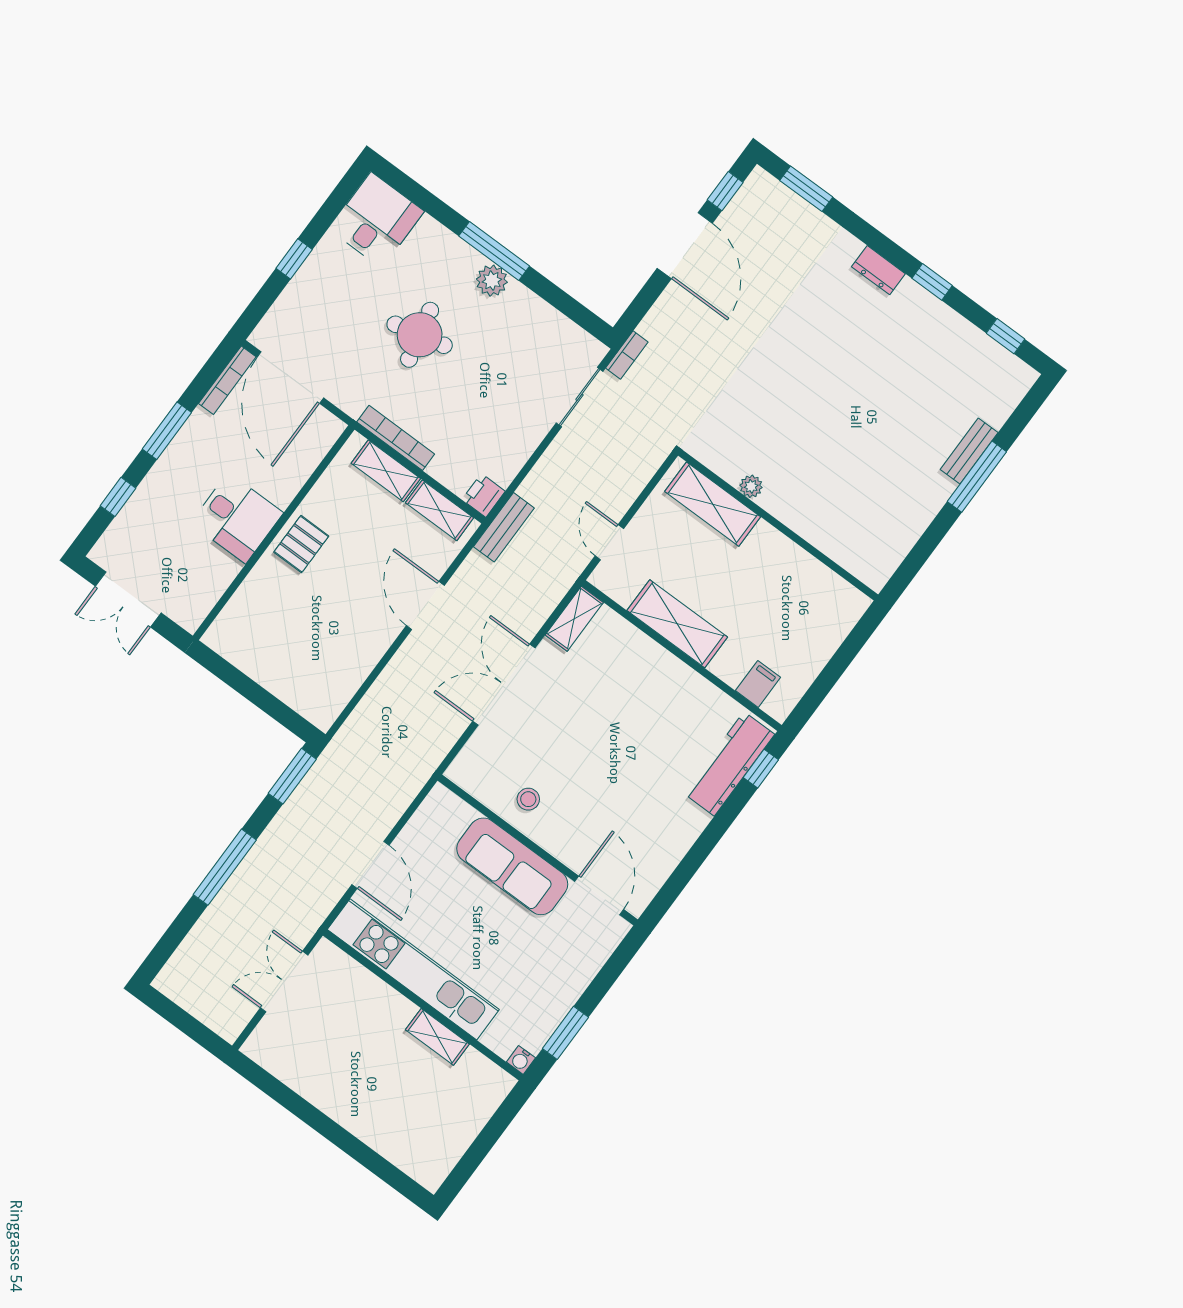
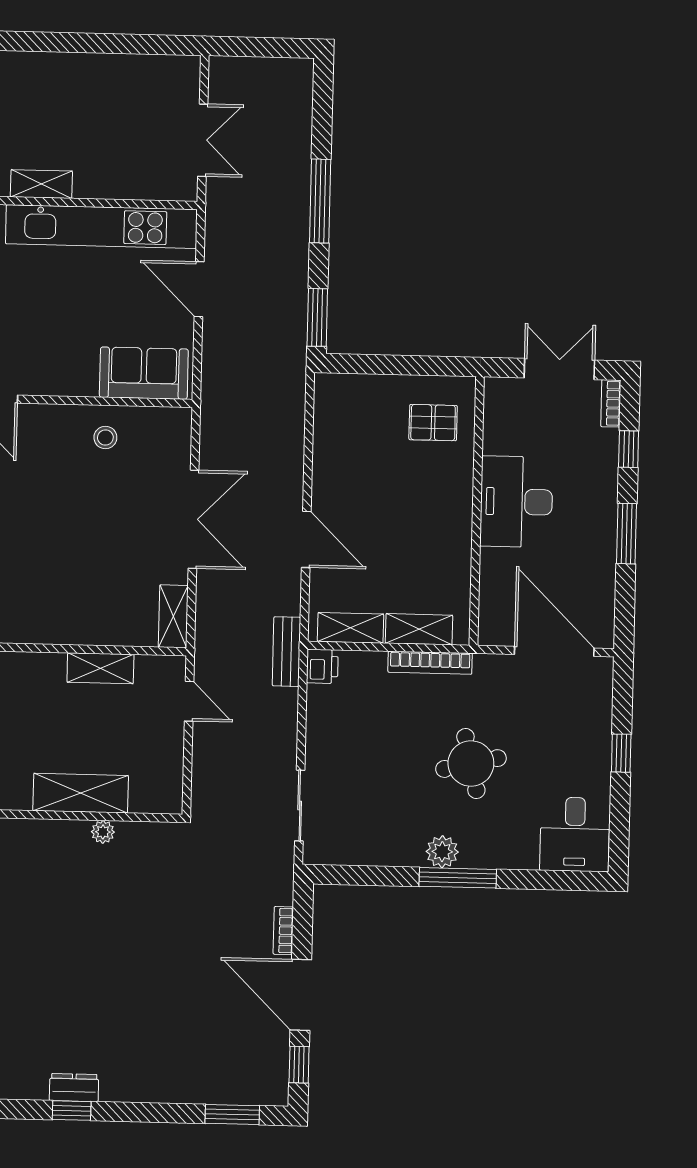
dresser: (878, 270) -> (74, 1088), moved
bookcase: (627, 355) -> (283, 931), moved
bookcase: (227, 380) -> (611, 403), moved, width x0.64
shelving: (713, 504) -> (81, 793), moved
desk: (237, 518) -> (516, 502), width x1.37
pallet: (301, 544) -> (433, 423), moved, turned 90
shelving: (677, 624) -> (100, 668), width x0.67, depth x0.75
sofa: (512, 866) -> (144, 373), moved, width x0.73

